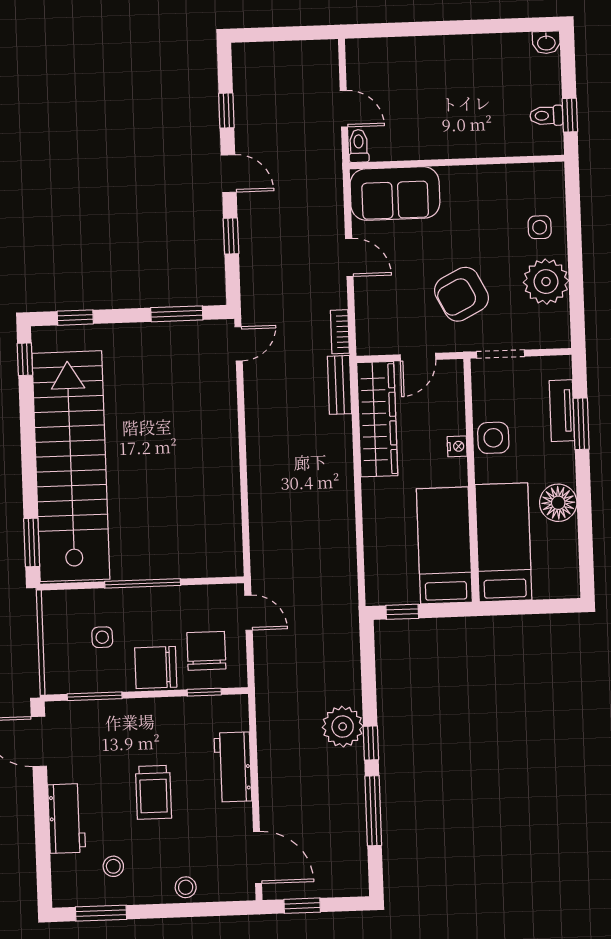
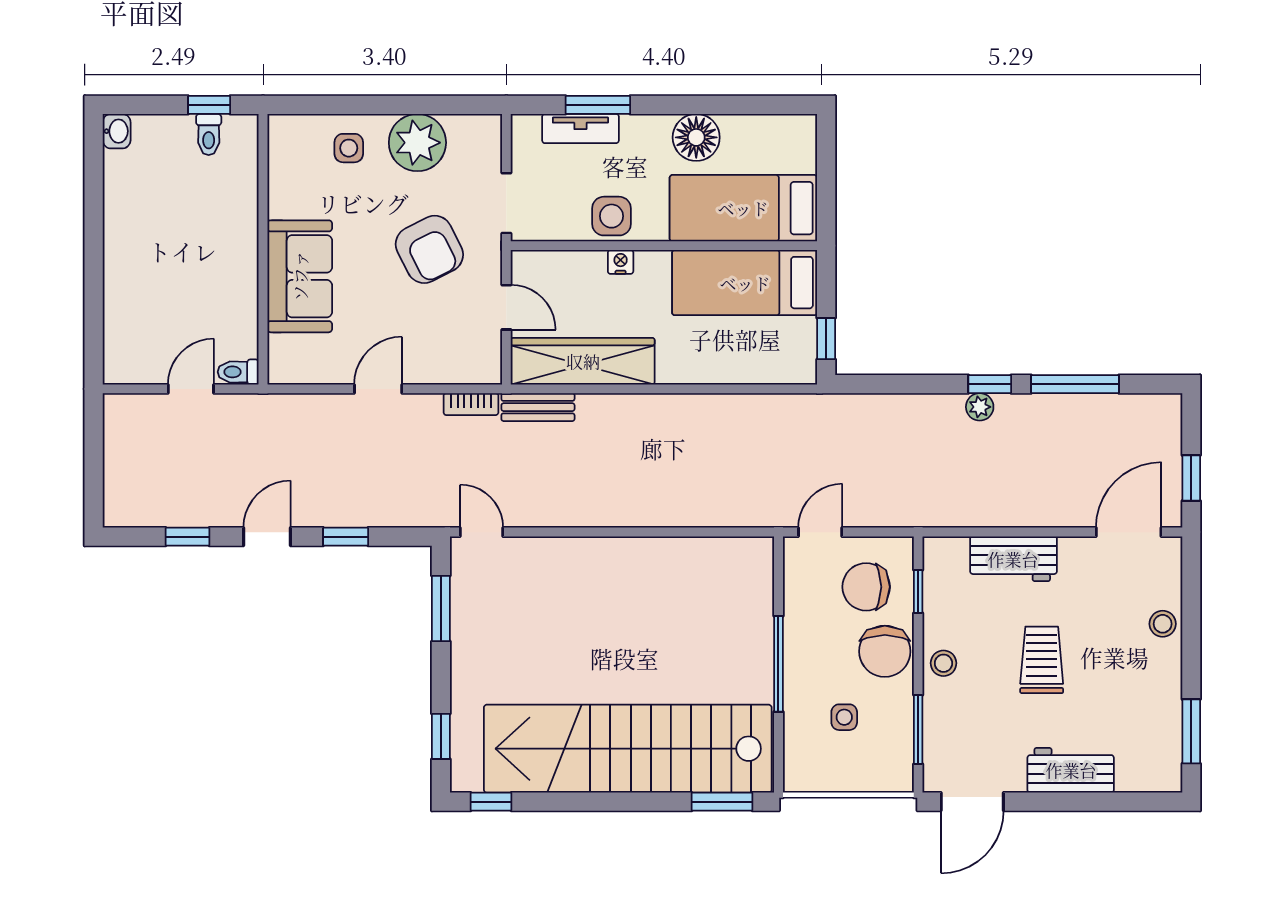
sofa: (395, 194) -> (300, 276), moved
plant: (343, 727) -> (980, 407), width x0.53, depth x0.53
trolley: (153, 792) -> (1042, 660), turned -90
stool: (113, 866) -> (943, 663), moved

